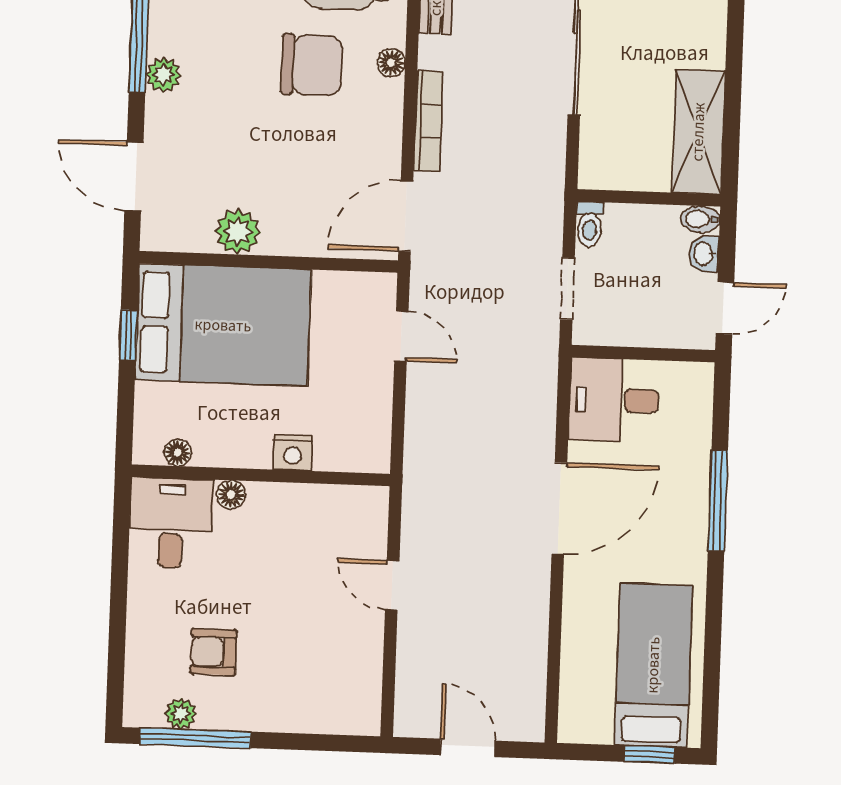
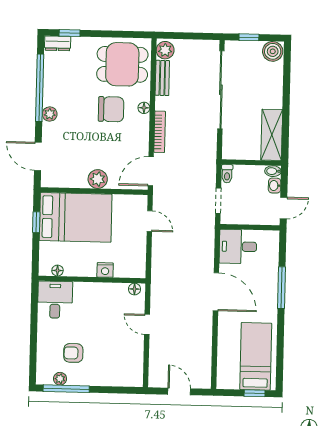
plant: (238, 232) -> (98, 179), moved
floor lamp: (231, 495) -> (135, 289), moved
door: (559, 509) -> (216, 292), hinge flipped

